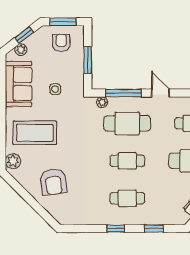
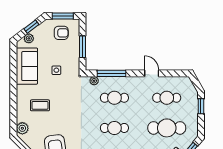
armchair: (61, 43) -> (61, 33), turned 90
door: (160, 93) -> (152, 73), moved
cafe table: (127, 123) -> (114, 98), width x0.73, depth x0.74
coffee table: (35, 133) -> (40, 105), width x0.54, depth x0.58

